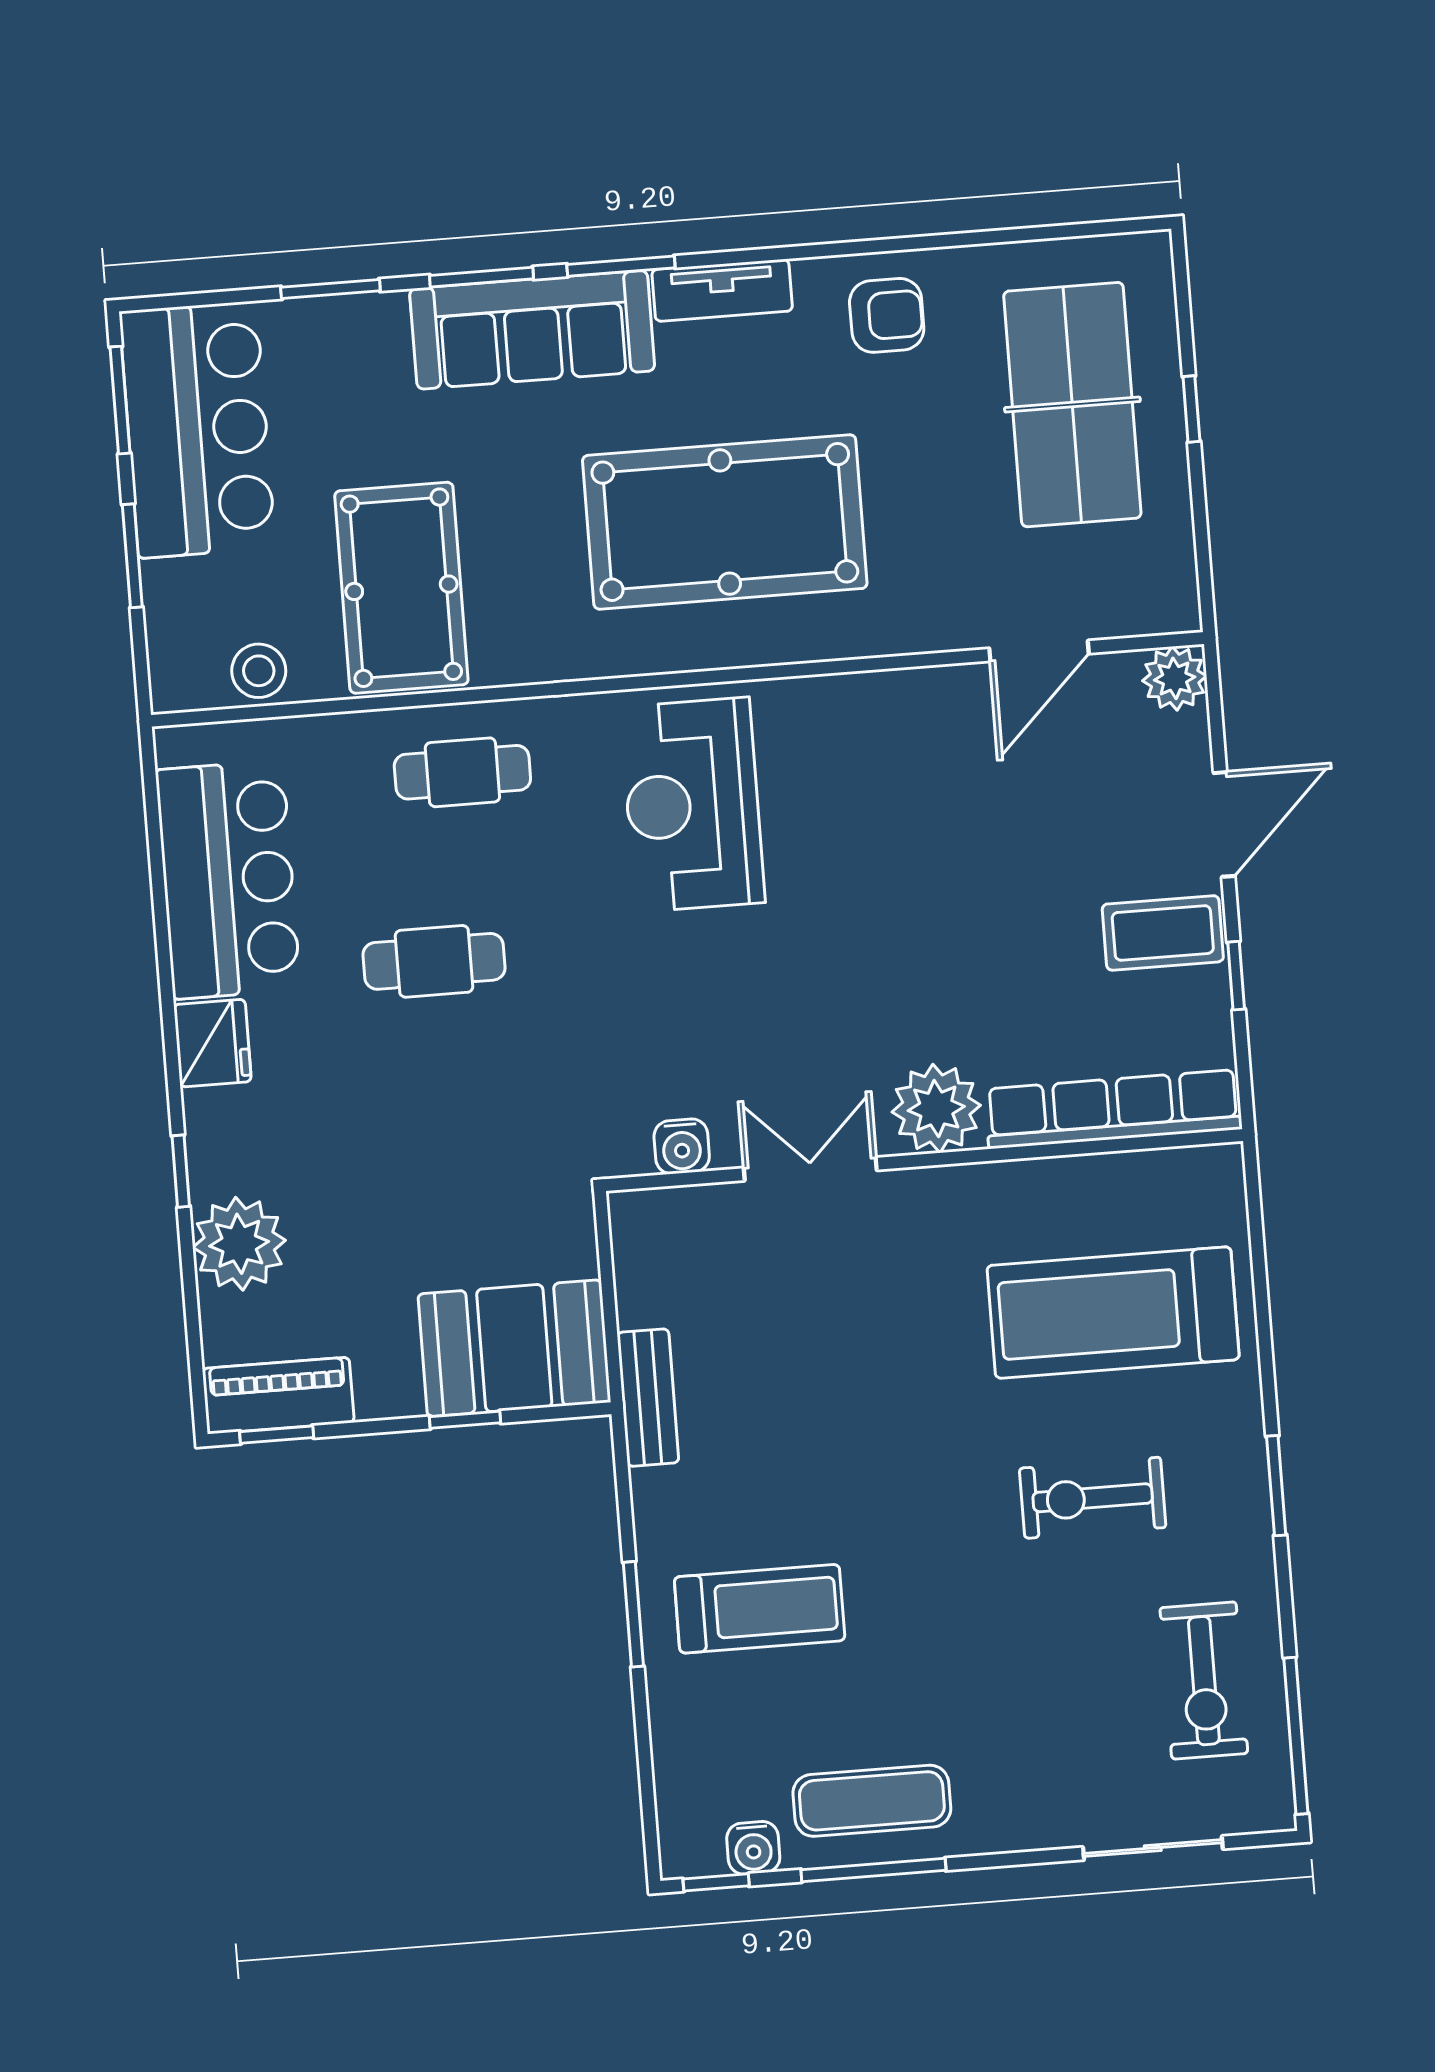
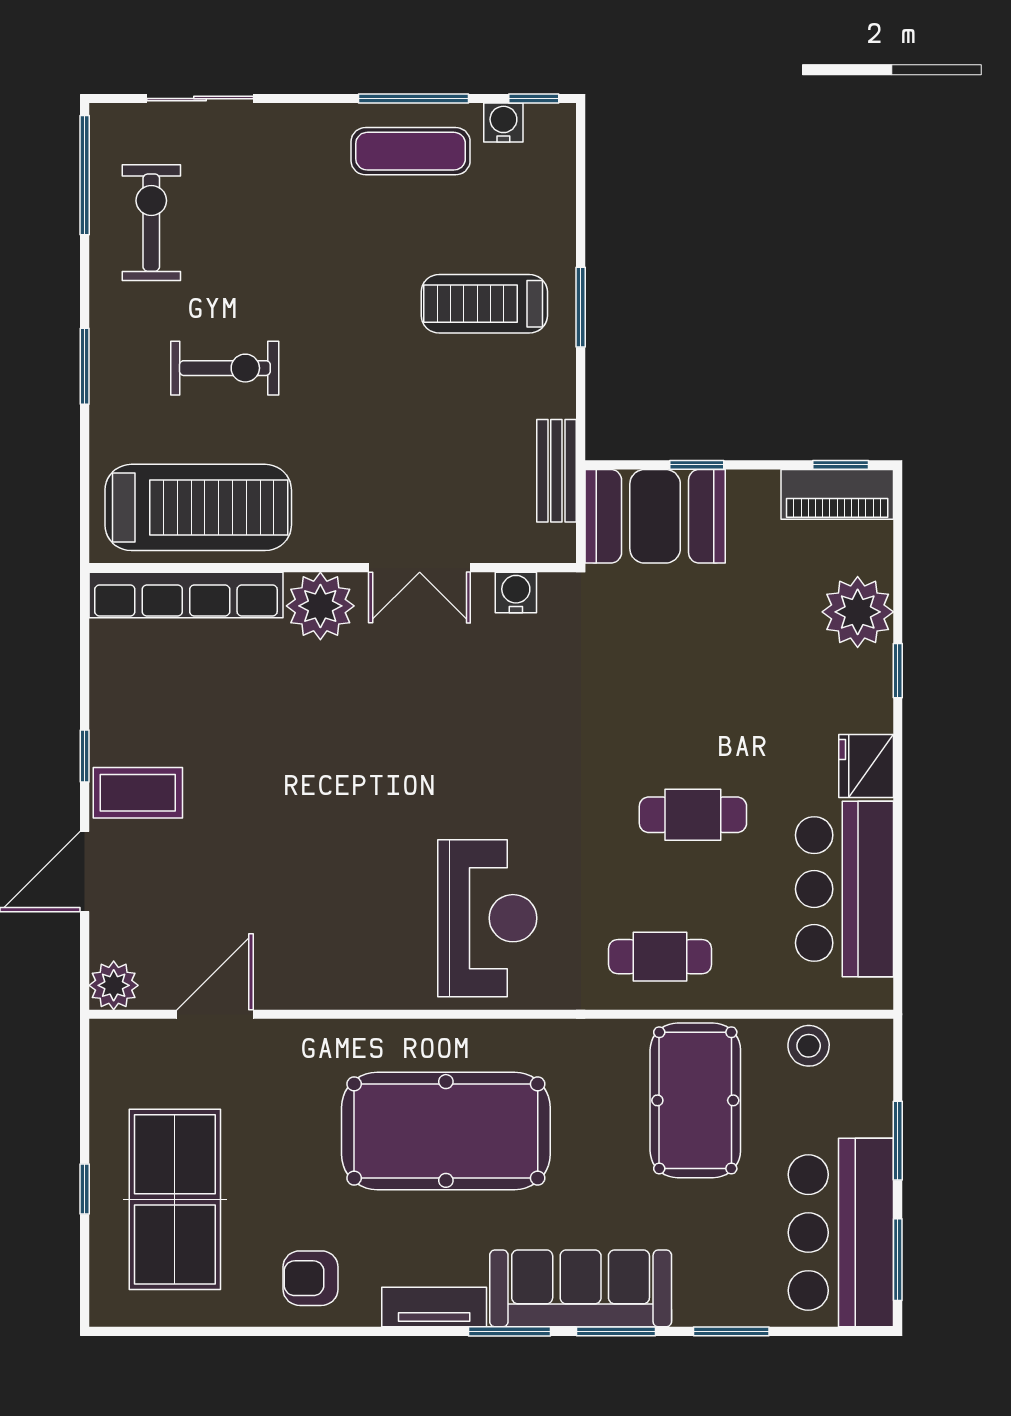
plant: (936, 1109) -> (320, 606), moved
row of seats: (1113, 1109) -> (186, 595), moved
water cooler: (682, 1146) -> (516, 592), moved
wall: (924, 1160) -> (333, 568), moved
double door: (810, 1169) -> (420, 568), moved

